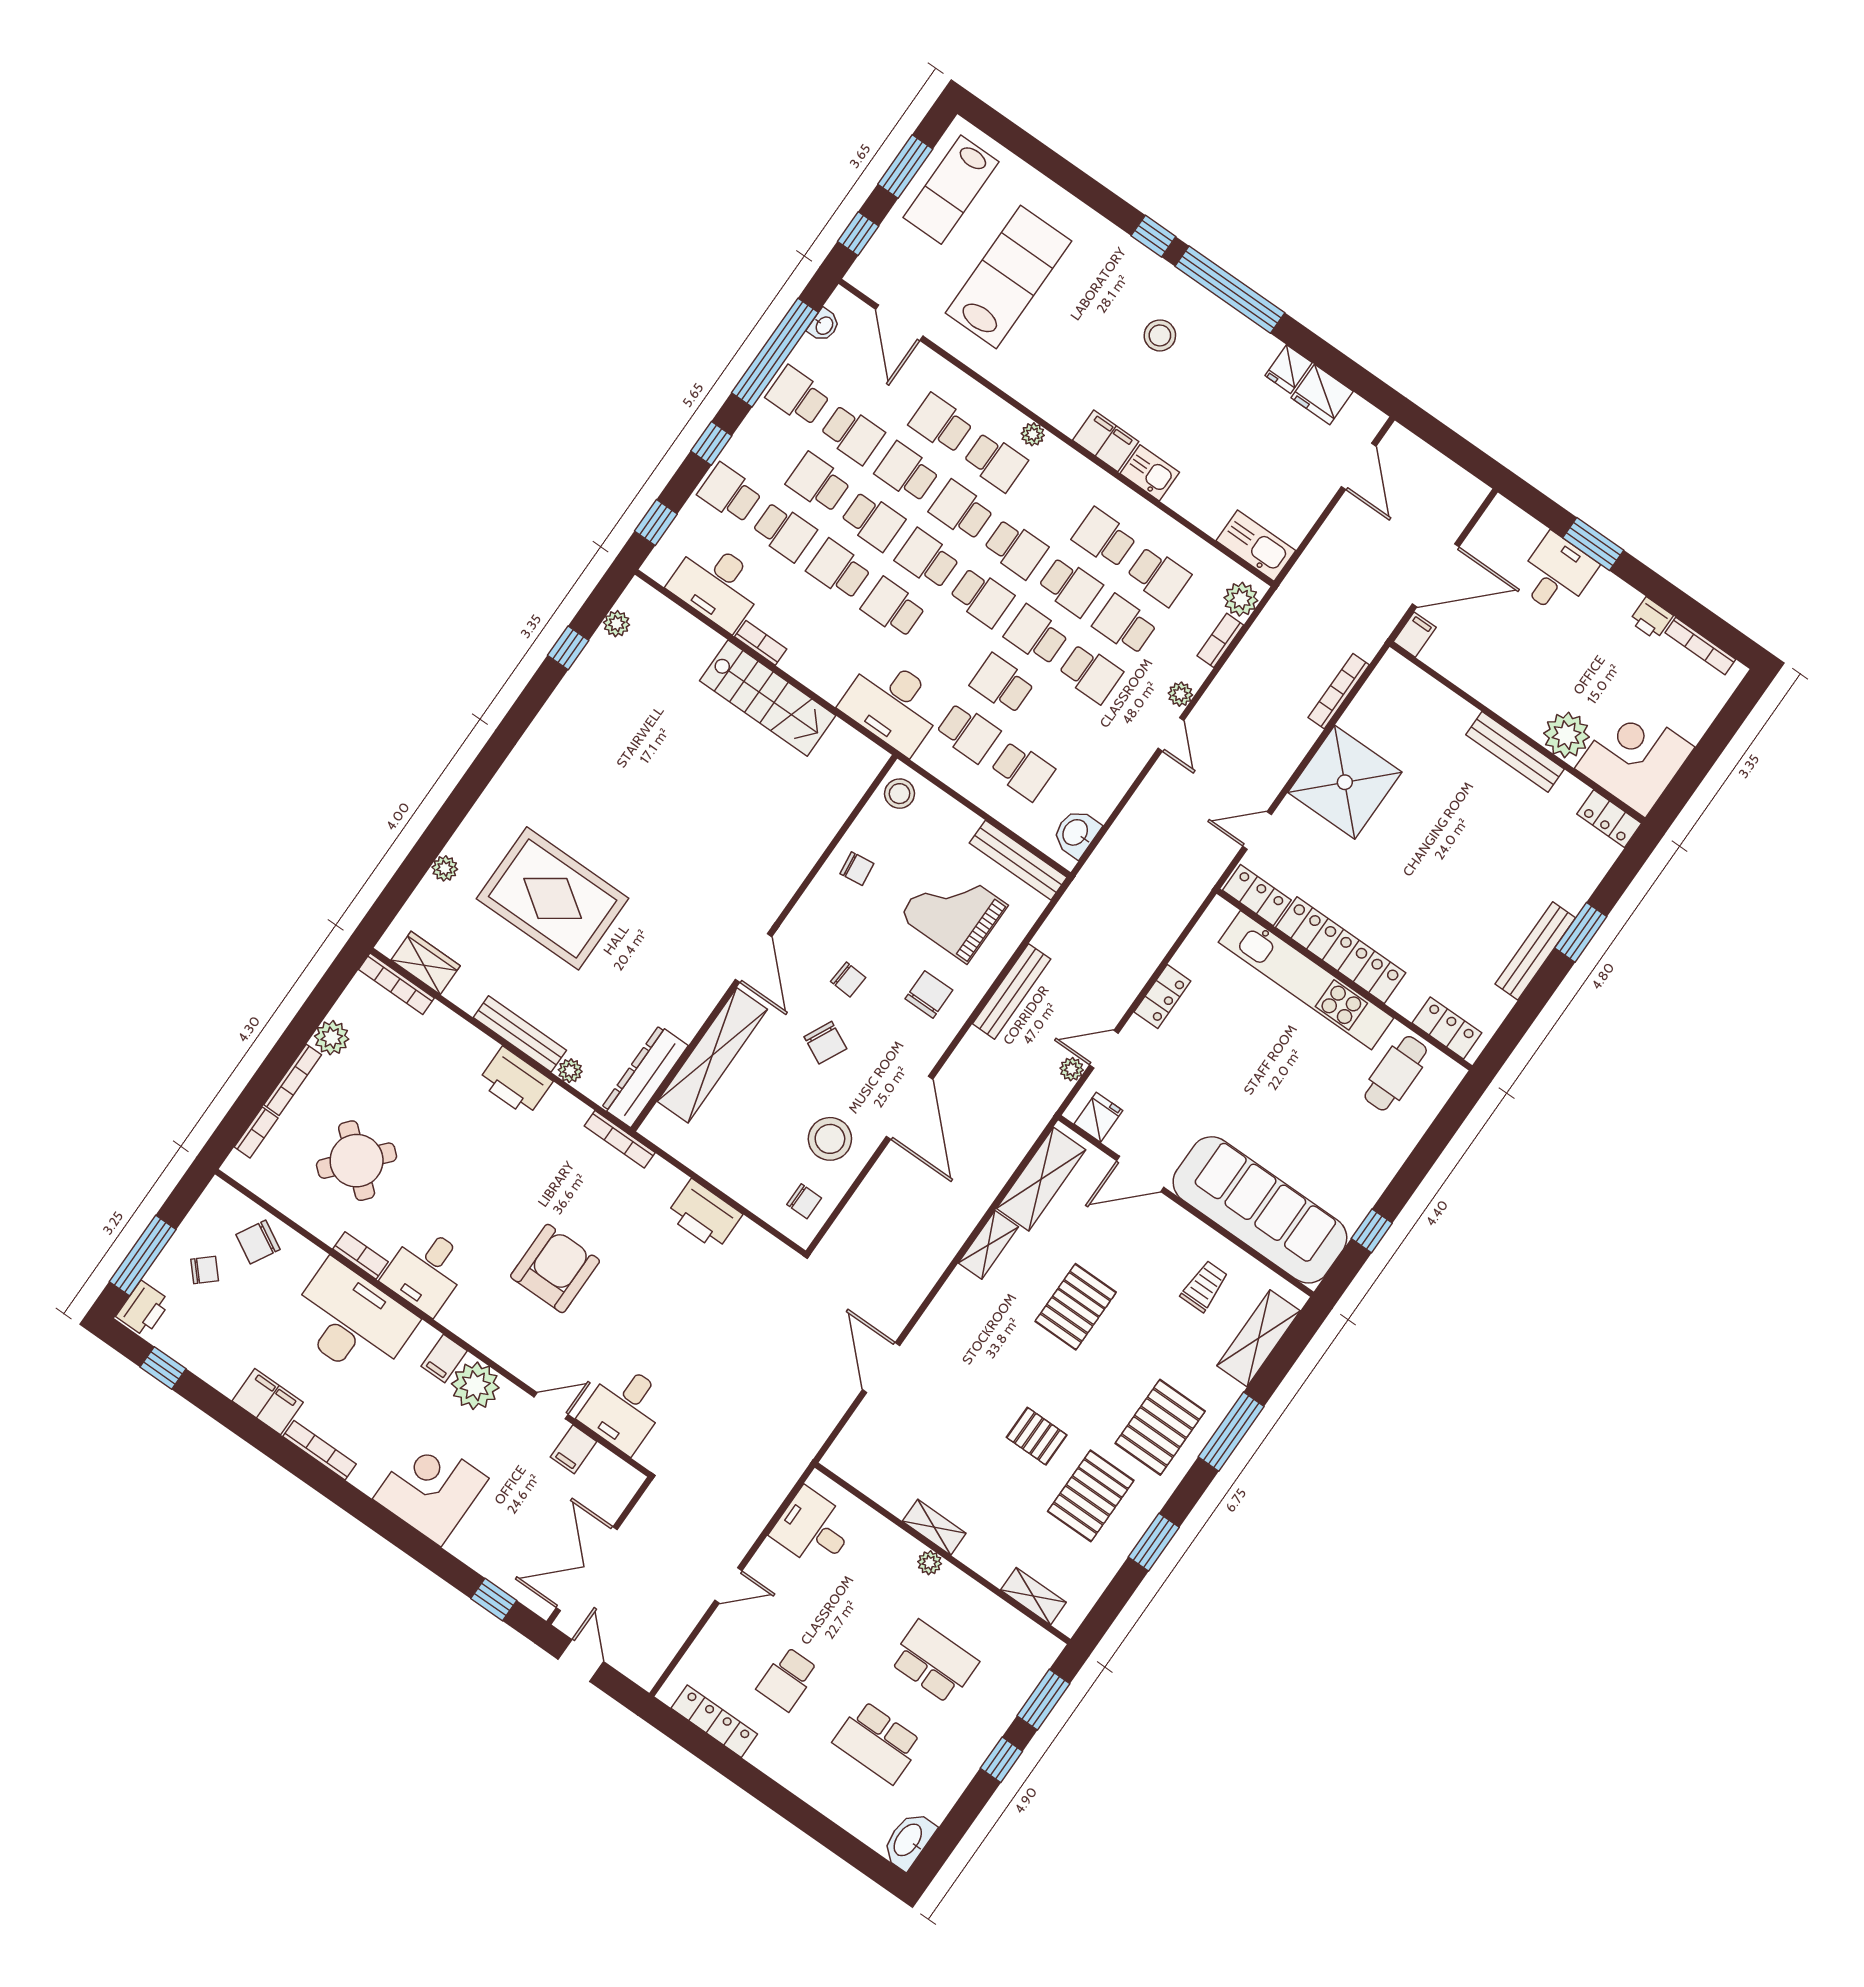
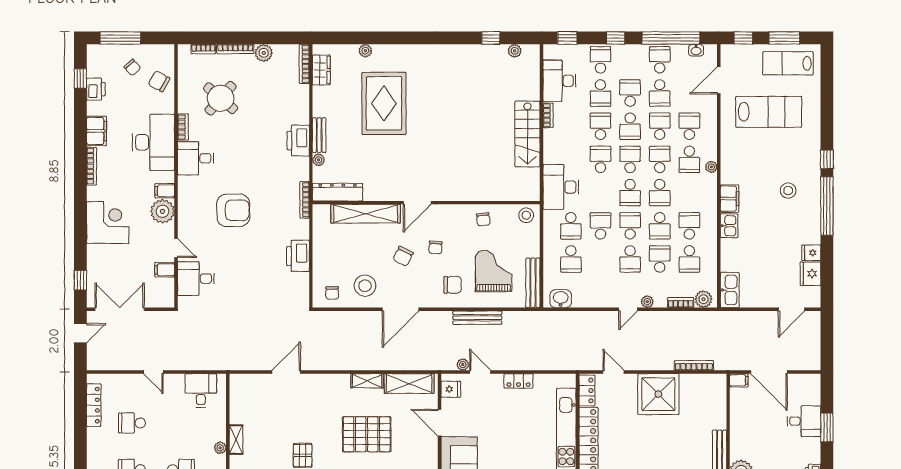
bench: (520, 1034) -> (319, 135), width x0.73
pallet: (1076, 1307) -> (367, 434), width x1.37, depth x1.41
printer: (143, 1309) -> (96, 89), moved, turned -90

